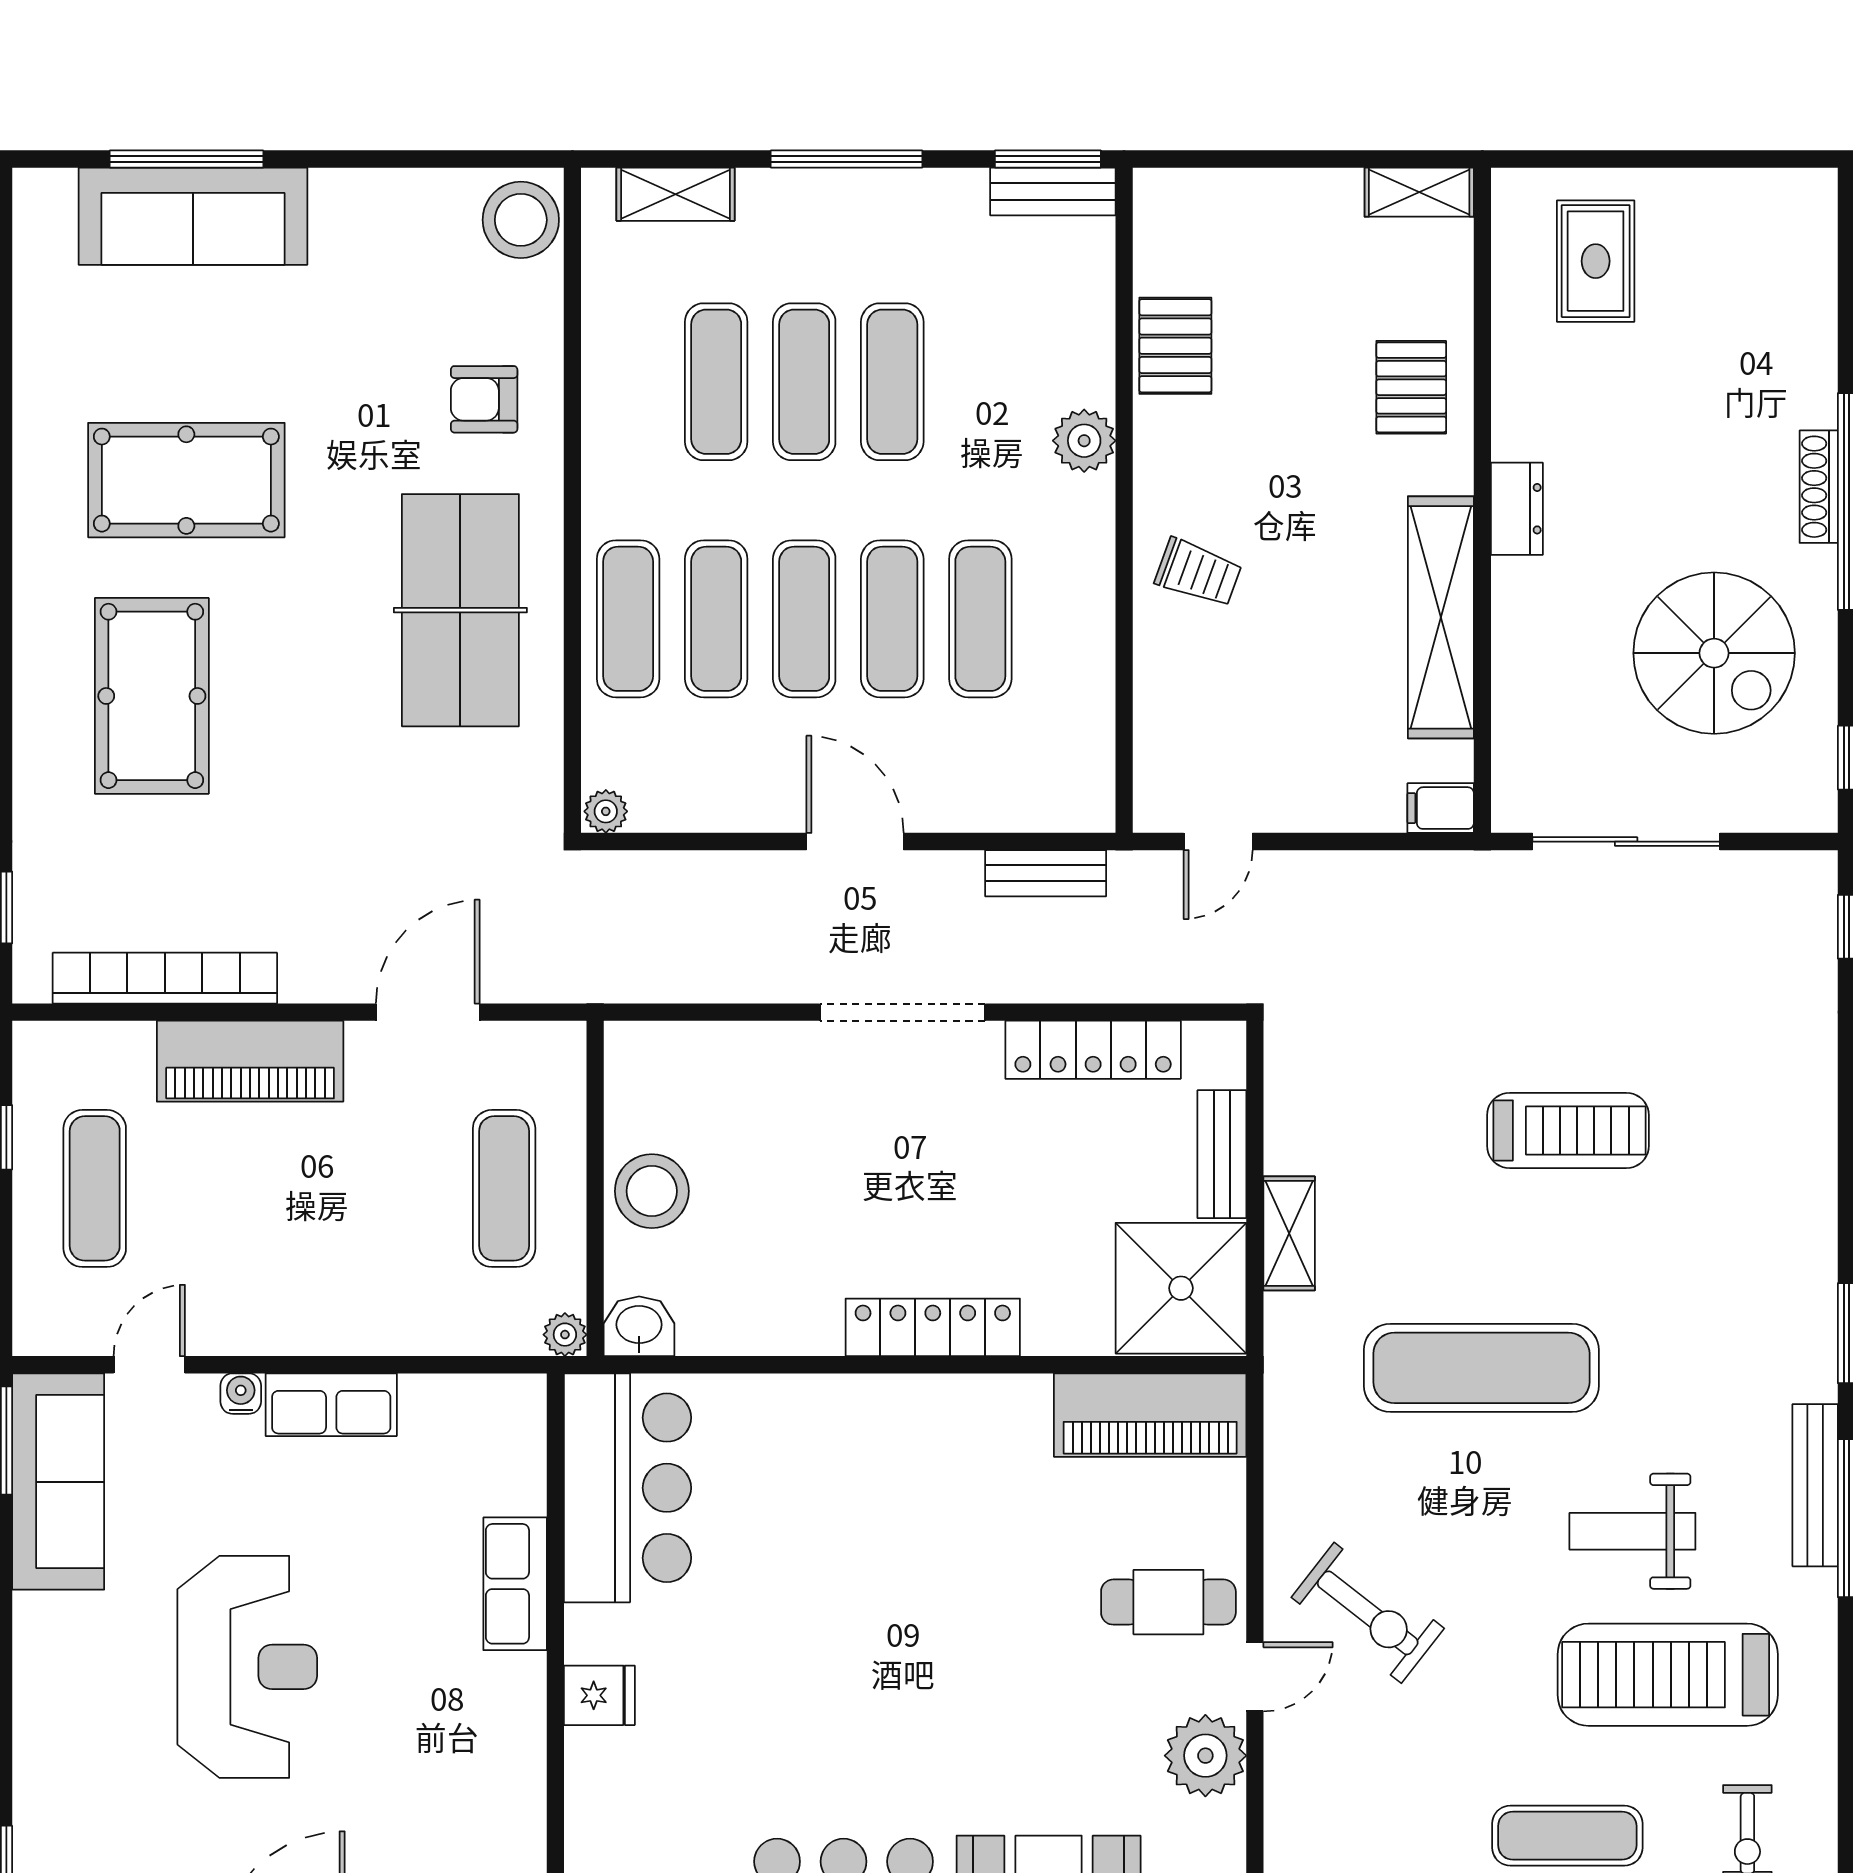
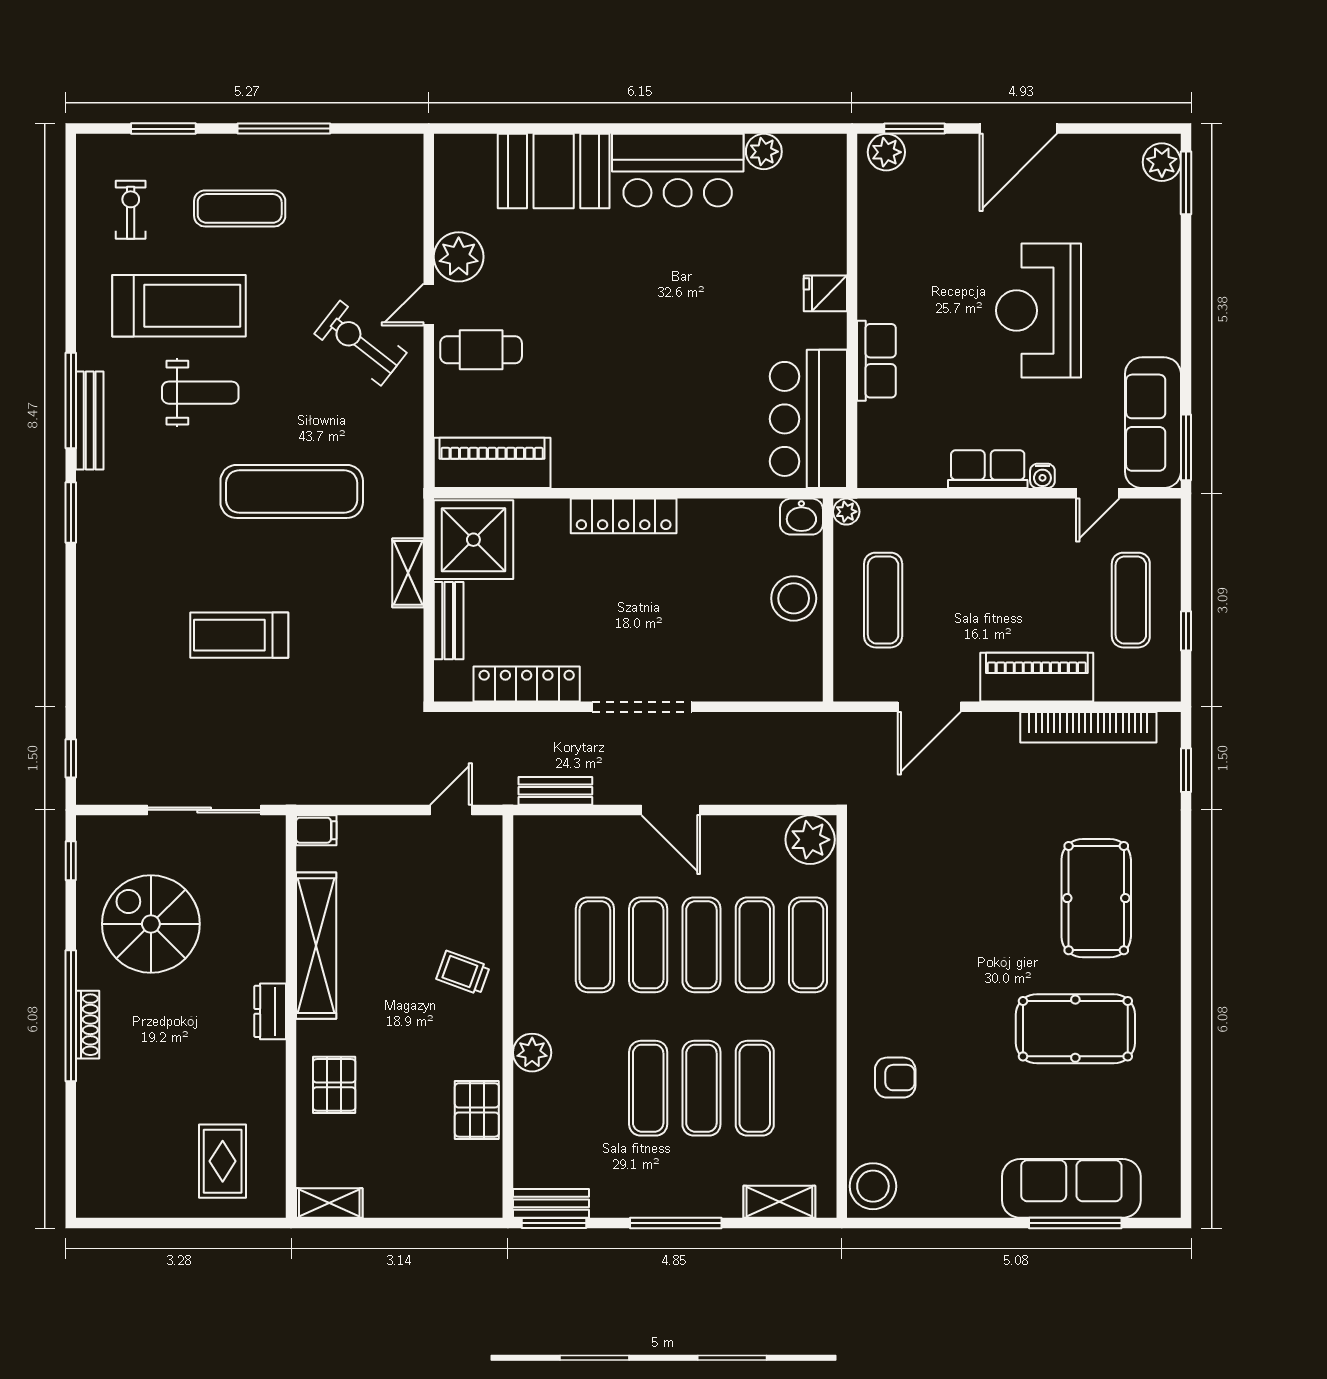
table tennis table: (460, 610) -> (910, 950), removed
plant: (606, 811) -> (810, 840), width x1.88, depth x1.88

